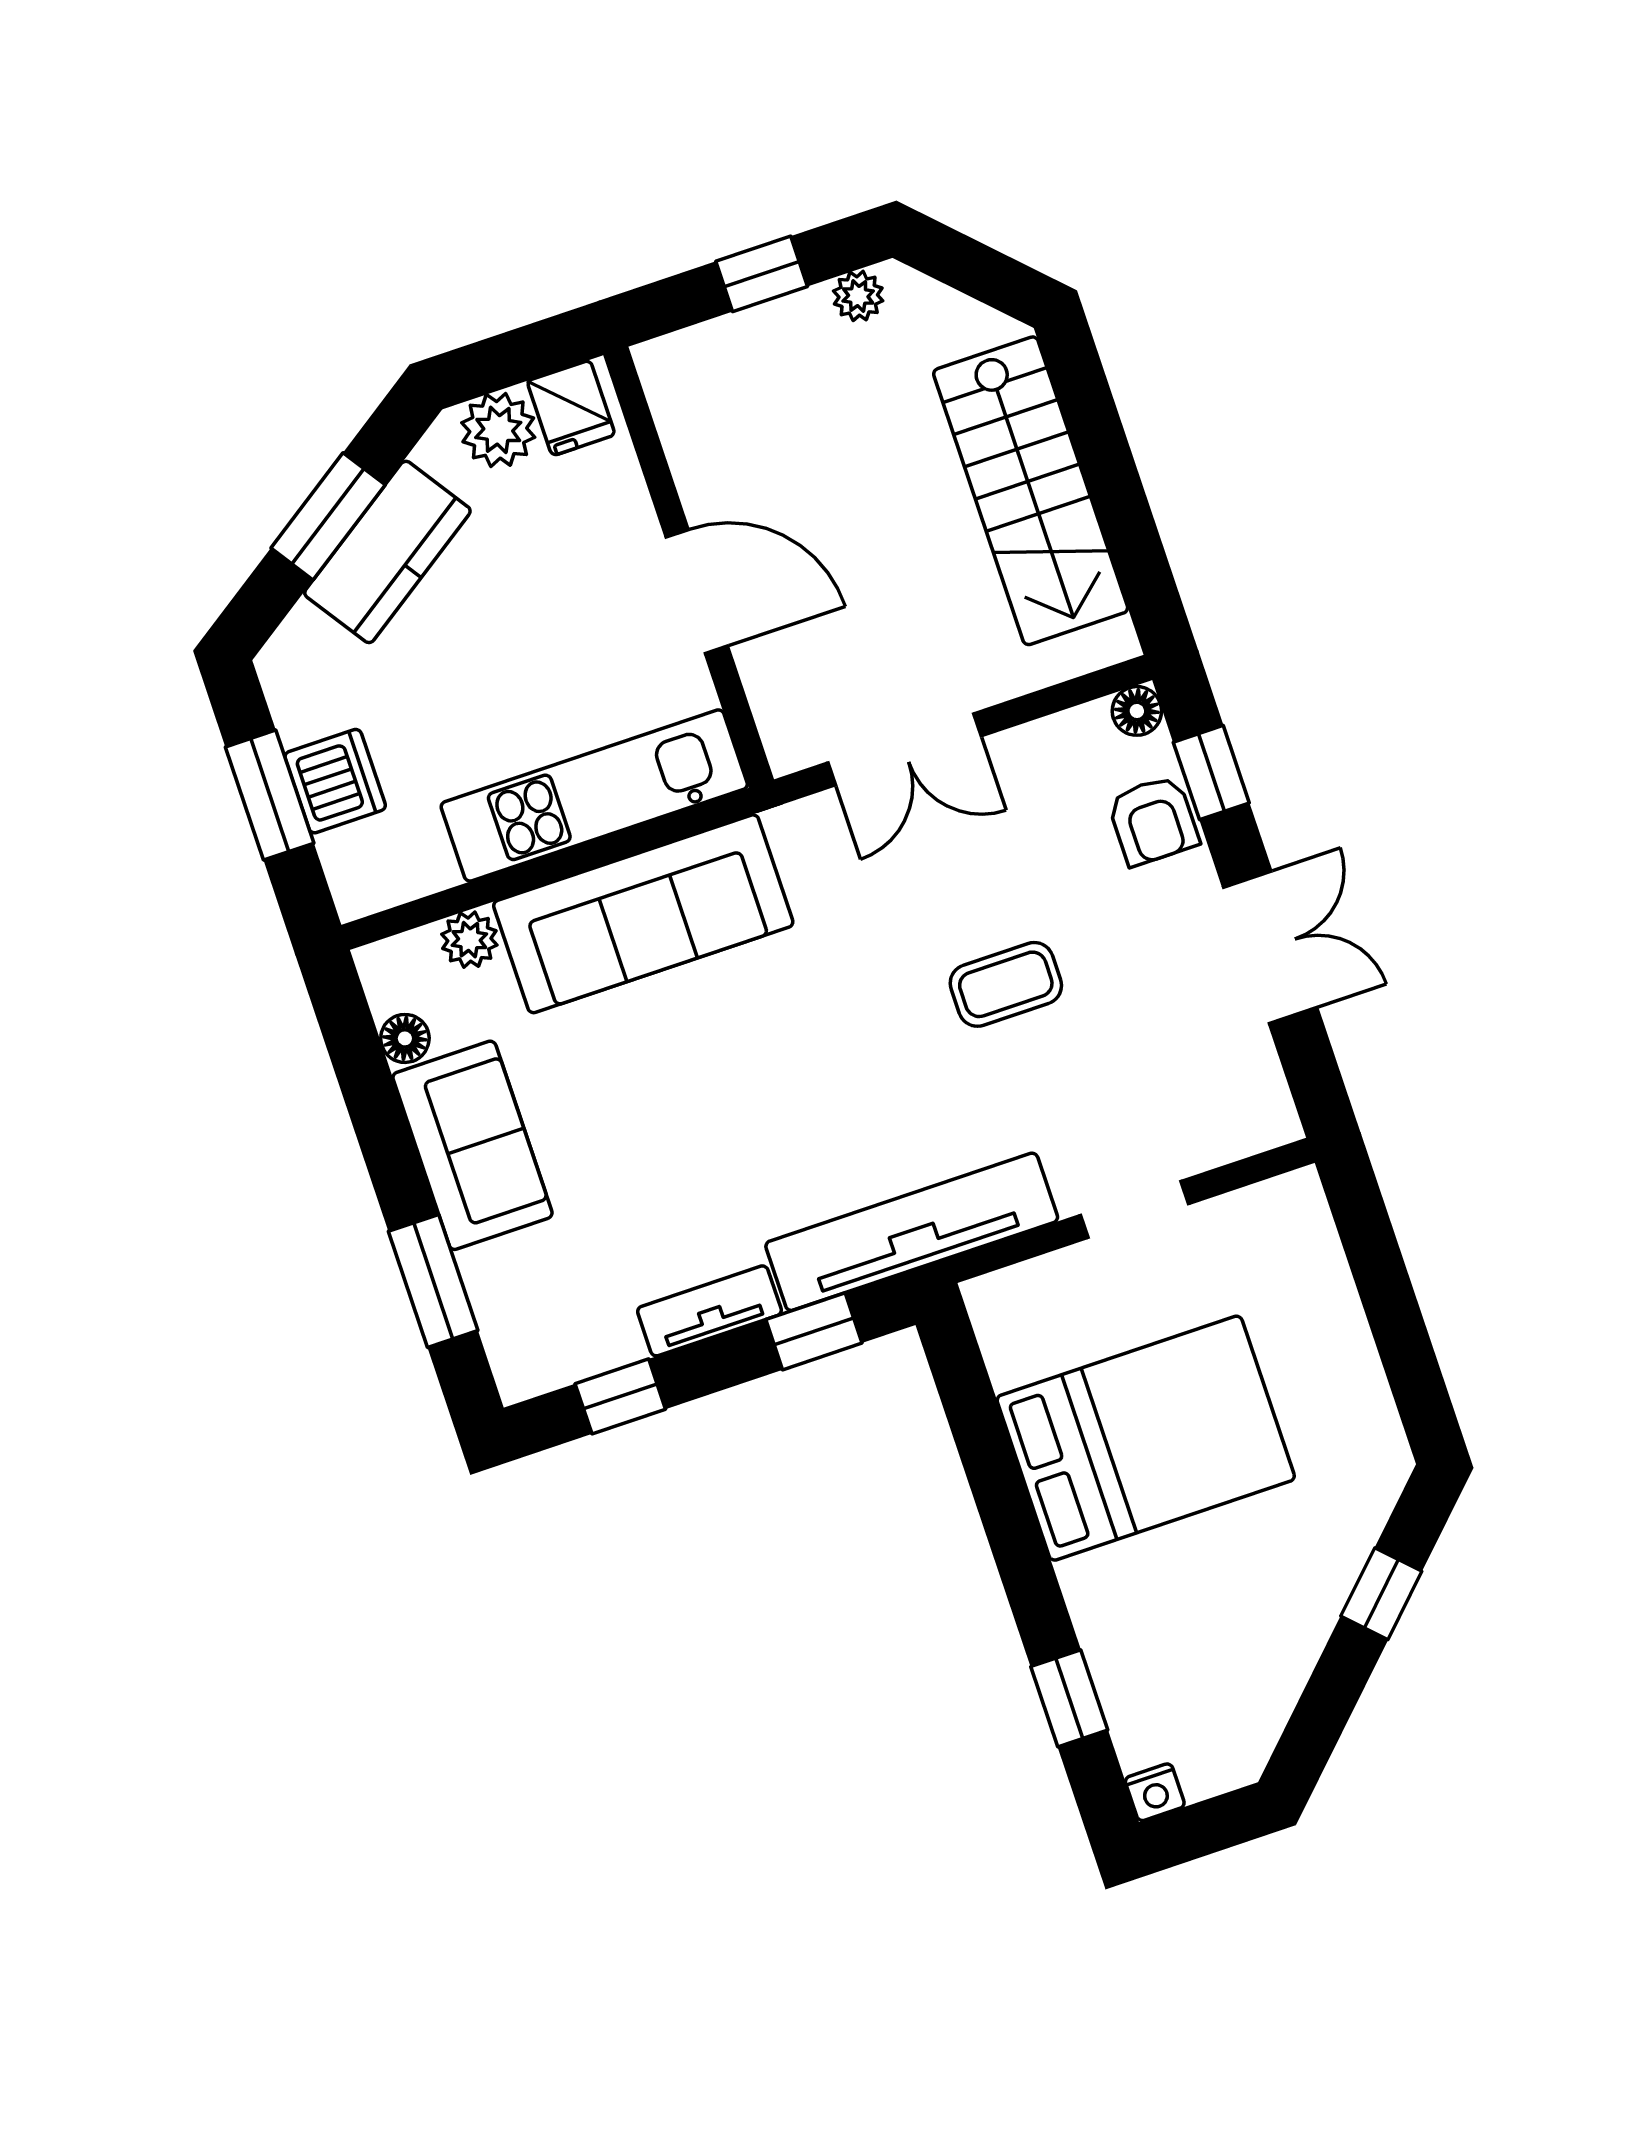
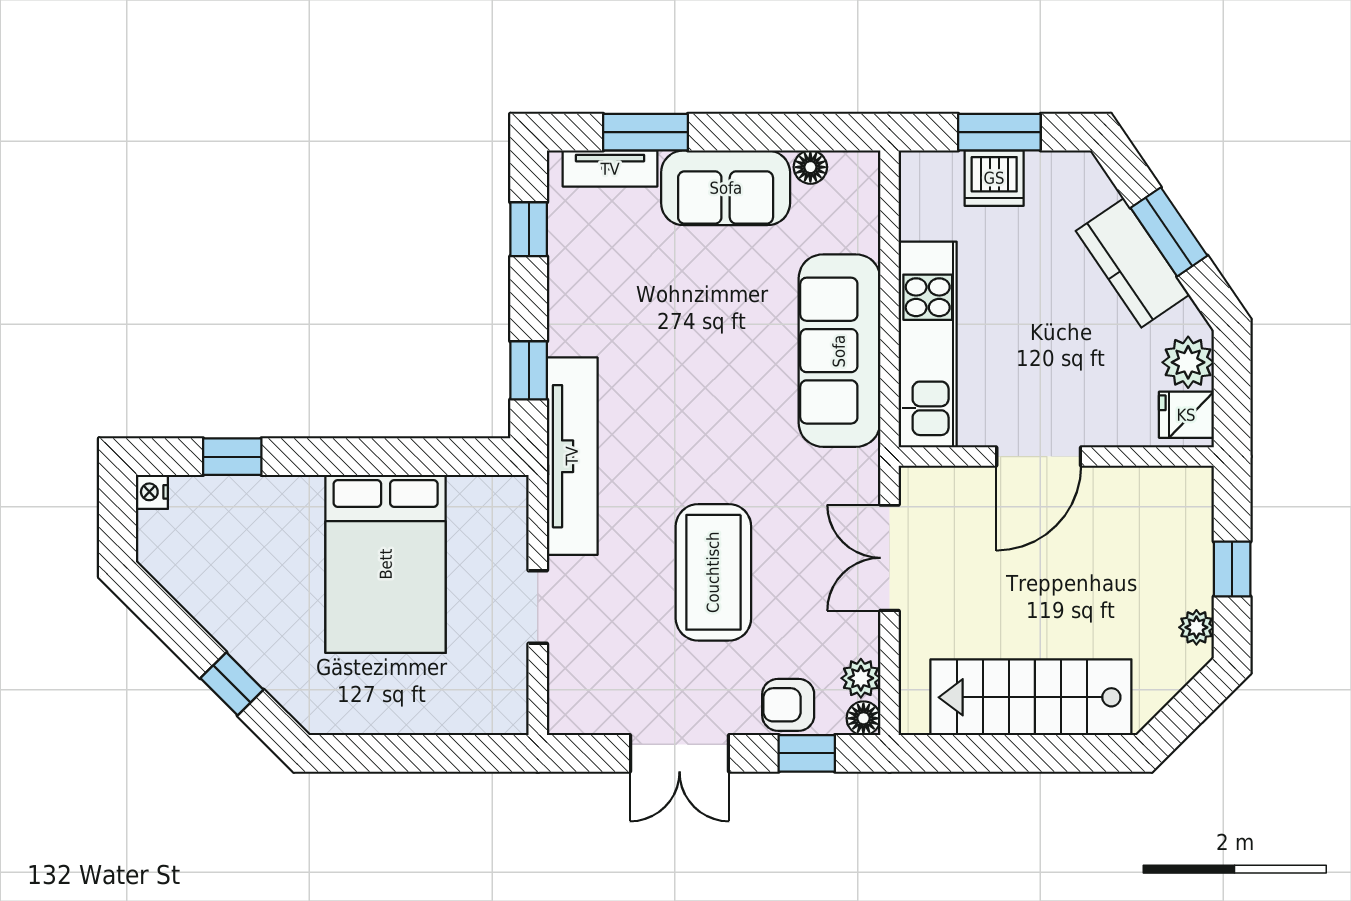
plant: (469, 940) -> (861, 678), moved
coffee table: (1006, 984) -> (713, 572), width x1.86, depth x1.72
tv unit: (709, 1311) -> (610, 169), moved, turned 90

